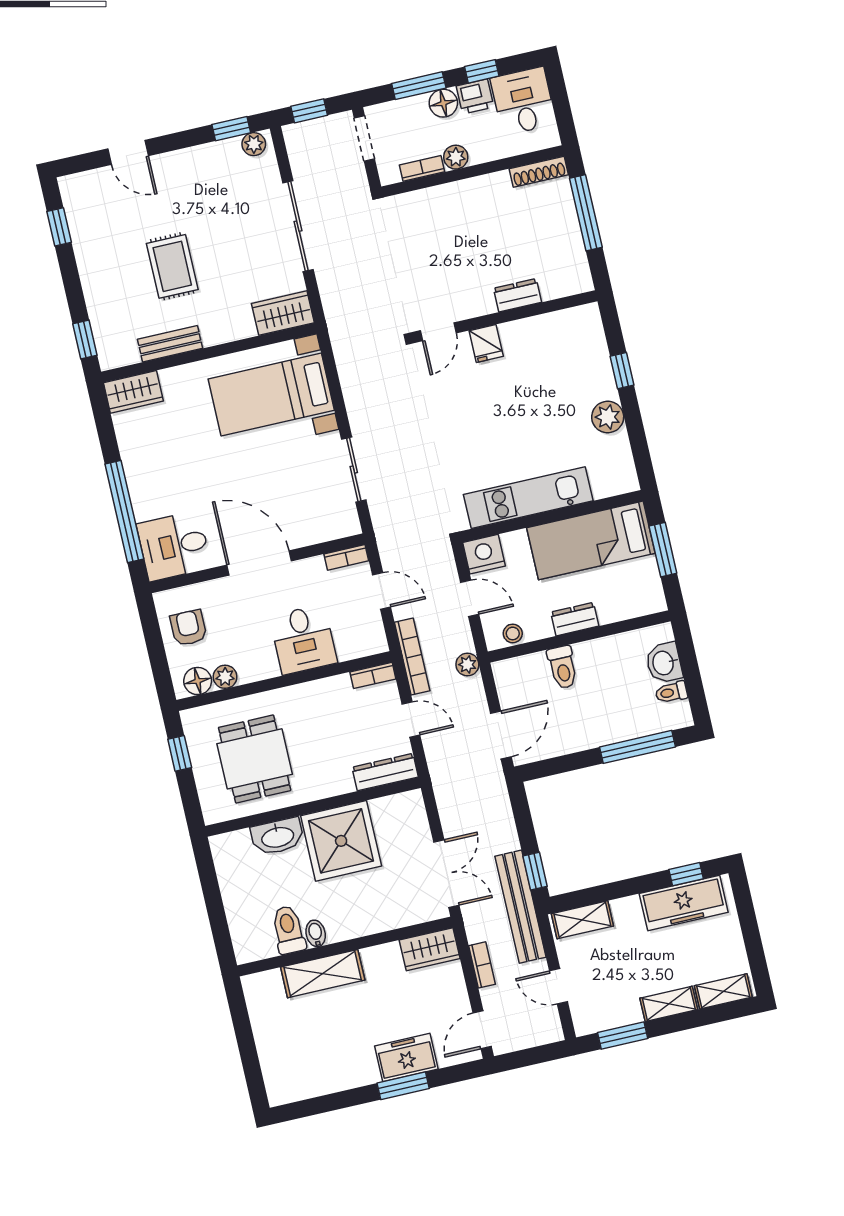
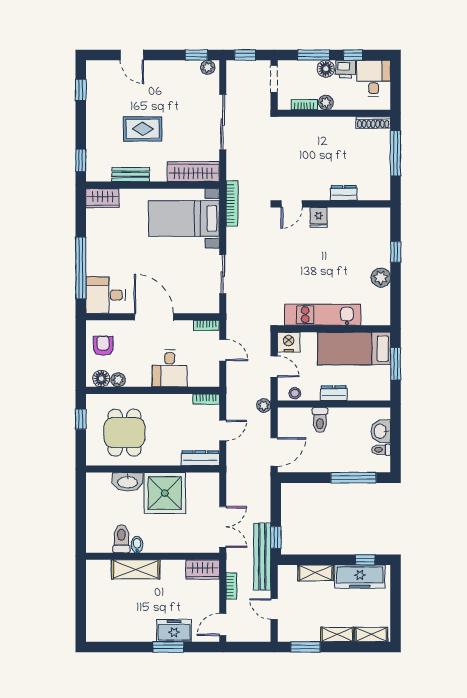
rug: (172, 266) -> (143, 129), turned 90
wardrobe: (283, 313) -> (193, 172), width x1.50
bookcase: (412, 657) -> (232, 203), moved
door: (411, 719) -> (223, 430), hinge flipped
shelving: (582, 920) -> (316, 573), moved

